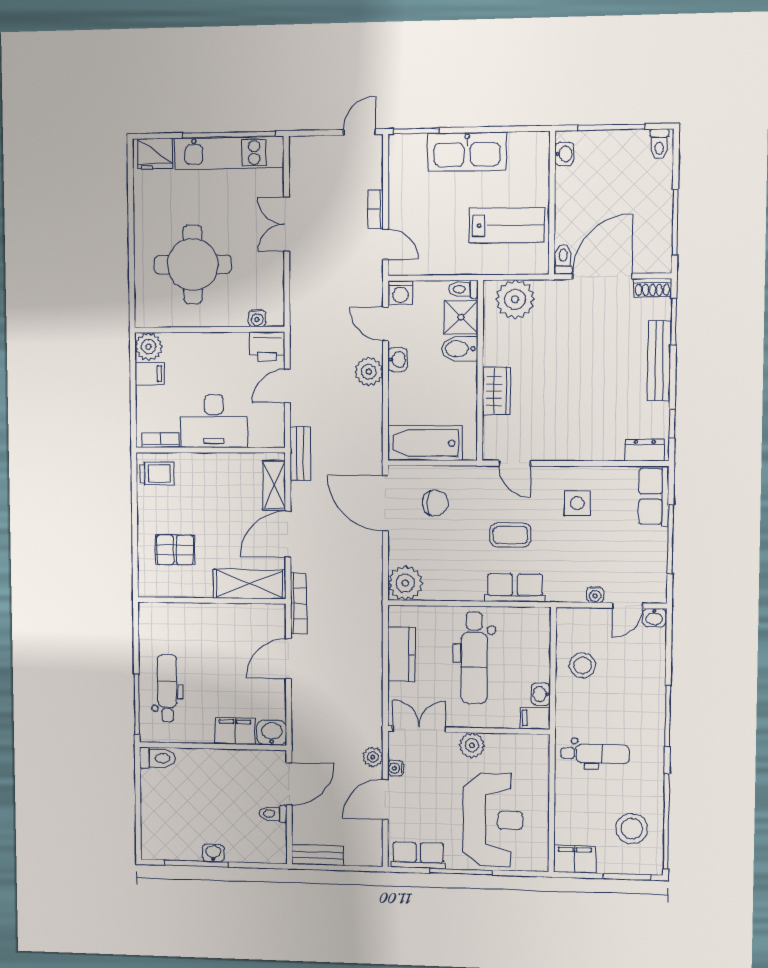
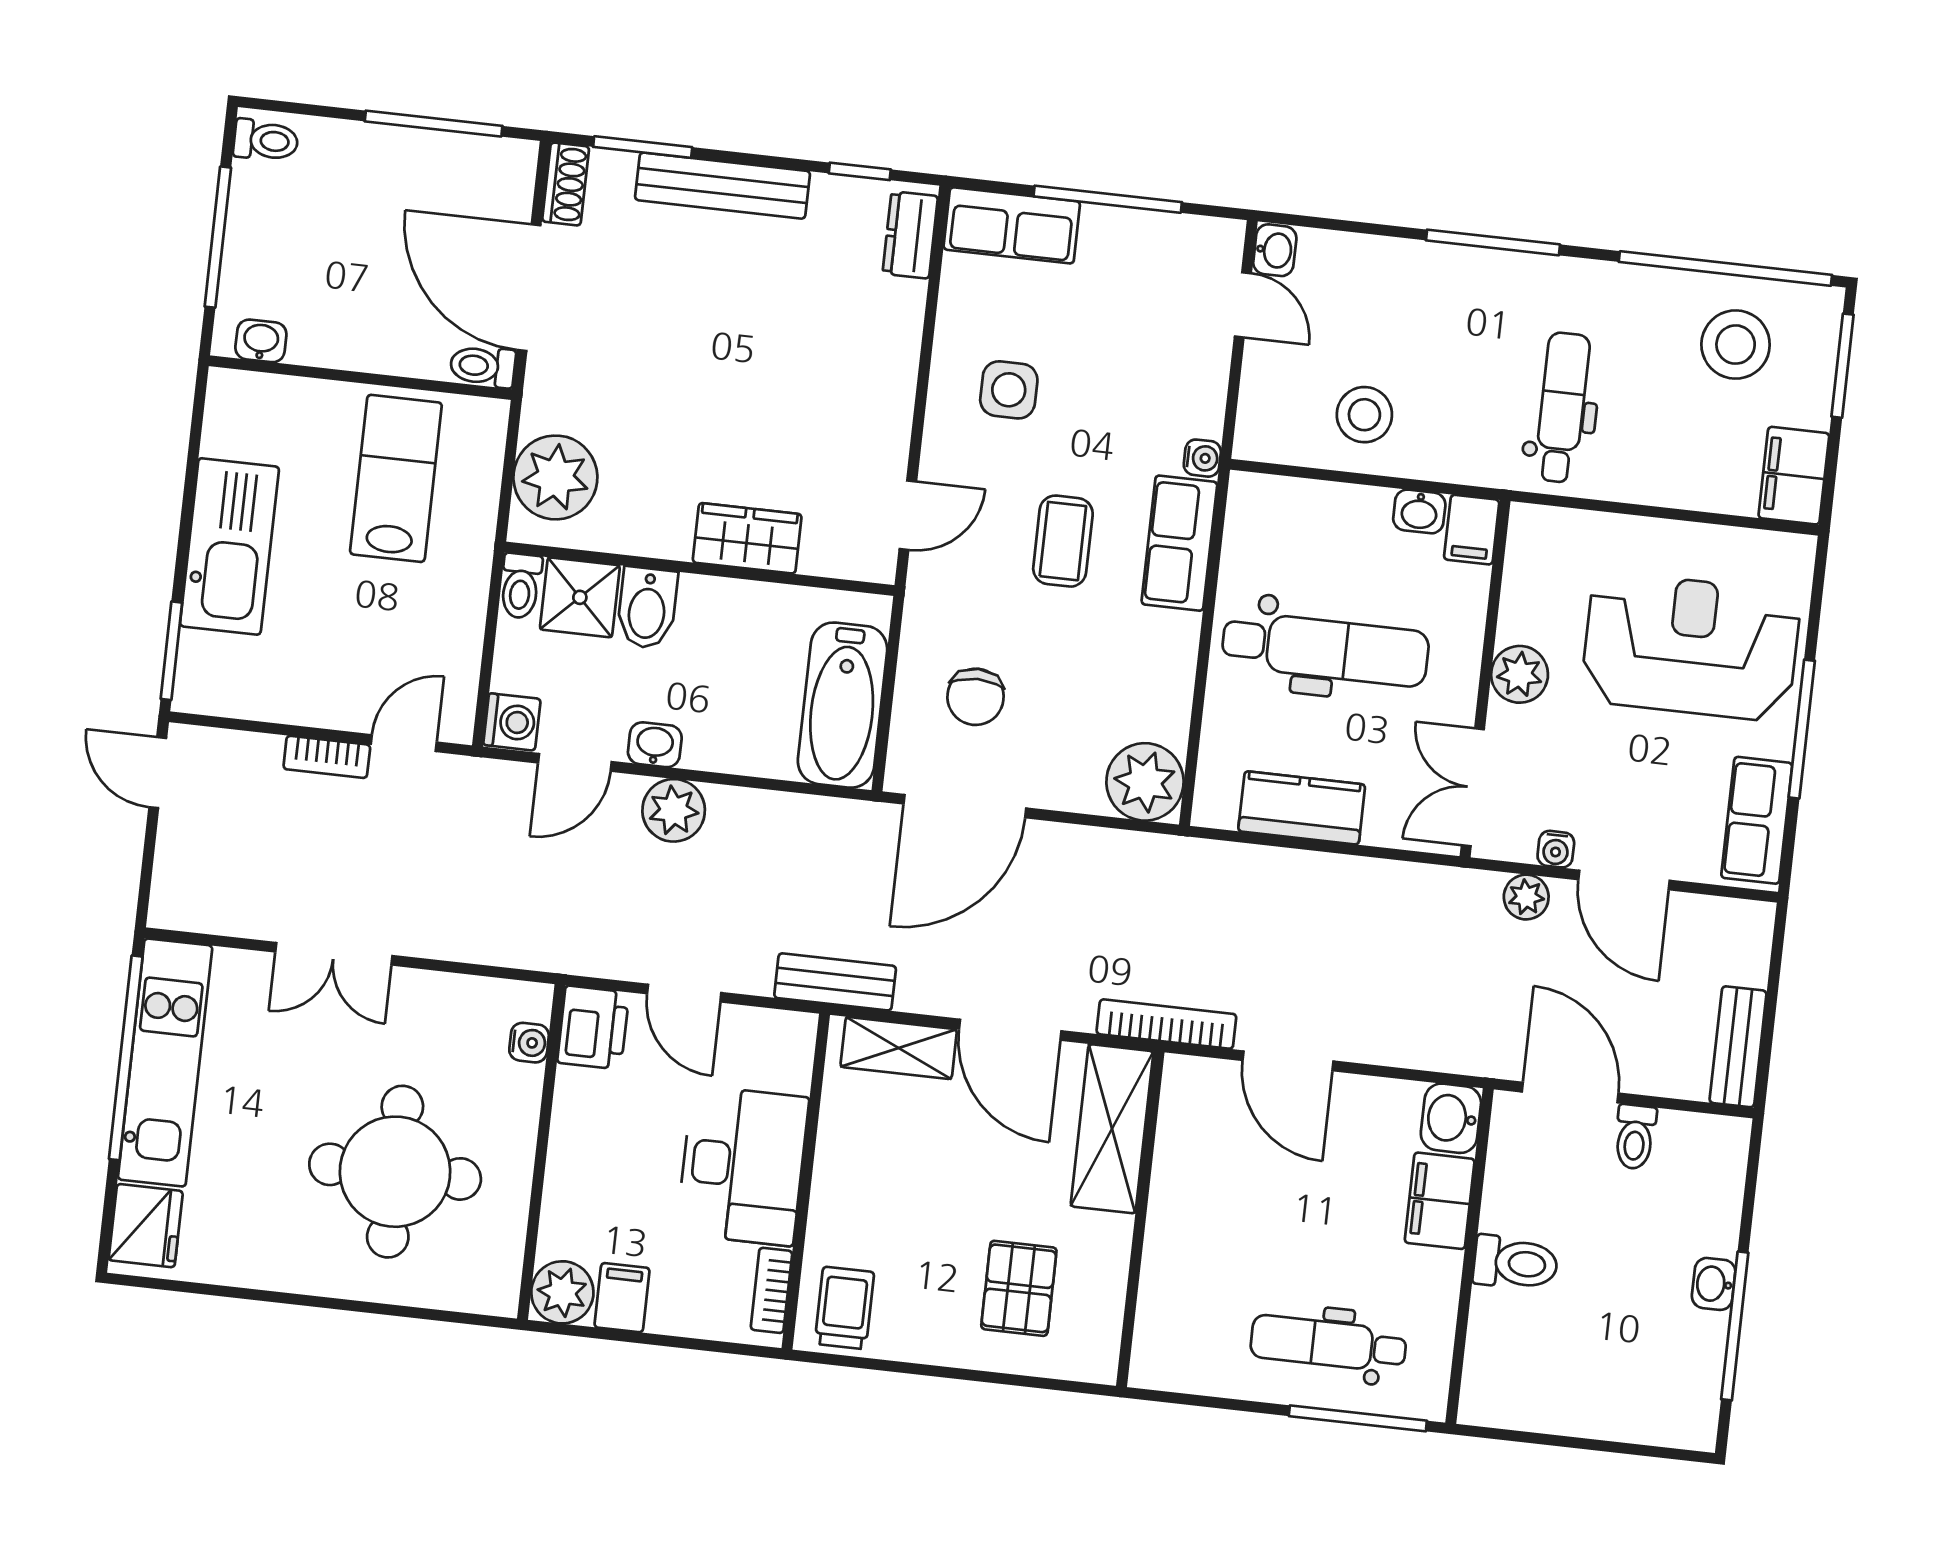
chair: (435, 503) -> (976, 697), turned 180
water cooler: (595, 595) -> (1202, 458), moved
toilet: (158, 758) -> (1516, 1263), moved, turned 90

